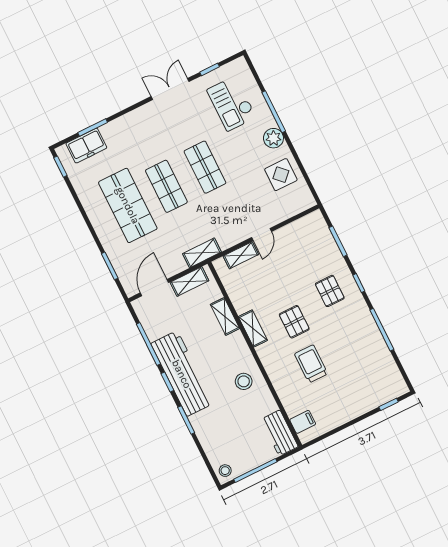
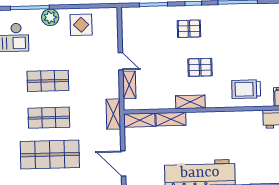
shelving: (189, 281) -> (140, 120), moved, turned 90
trolley: (311, 364) -> (246, 89), moved
stool: (244, 381) -> (228, 128), removed

